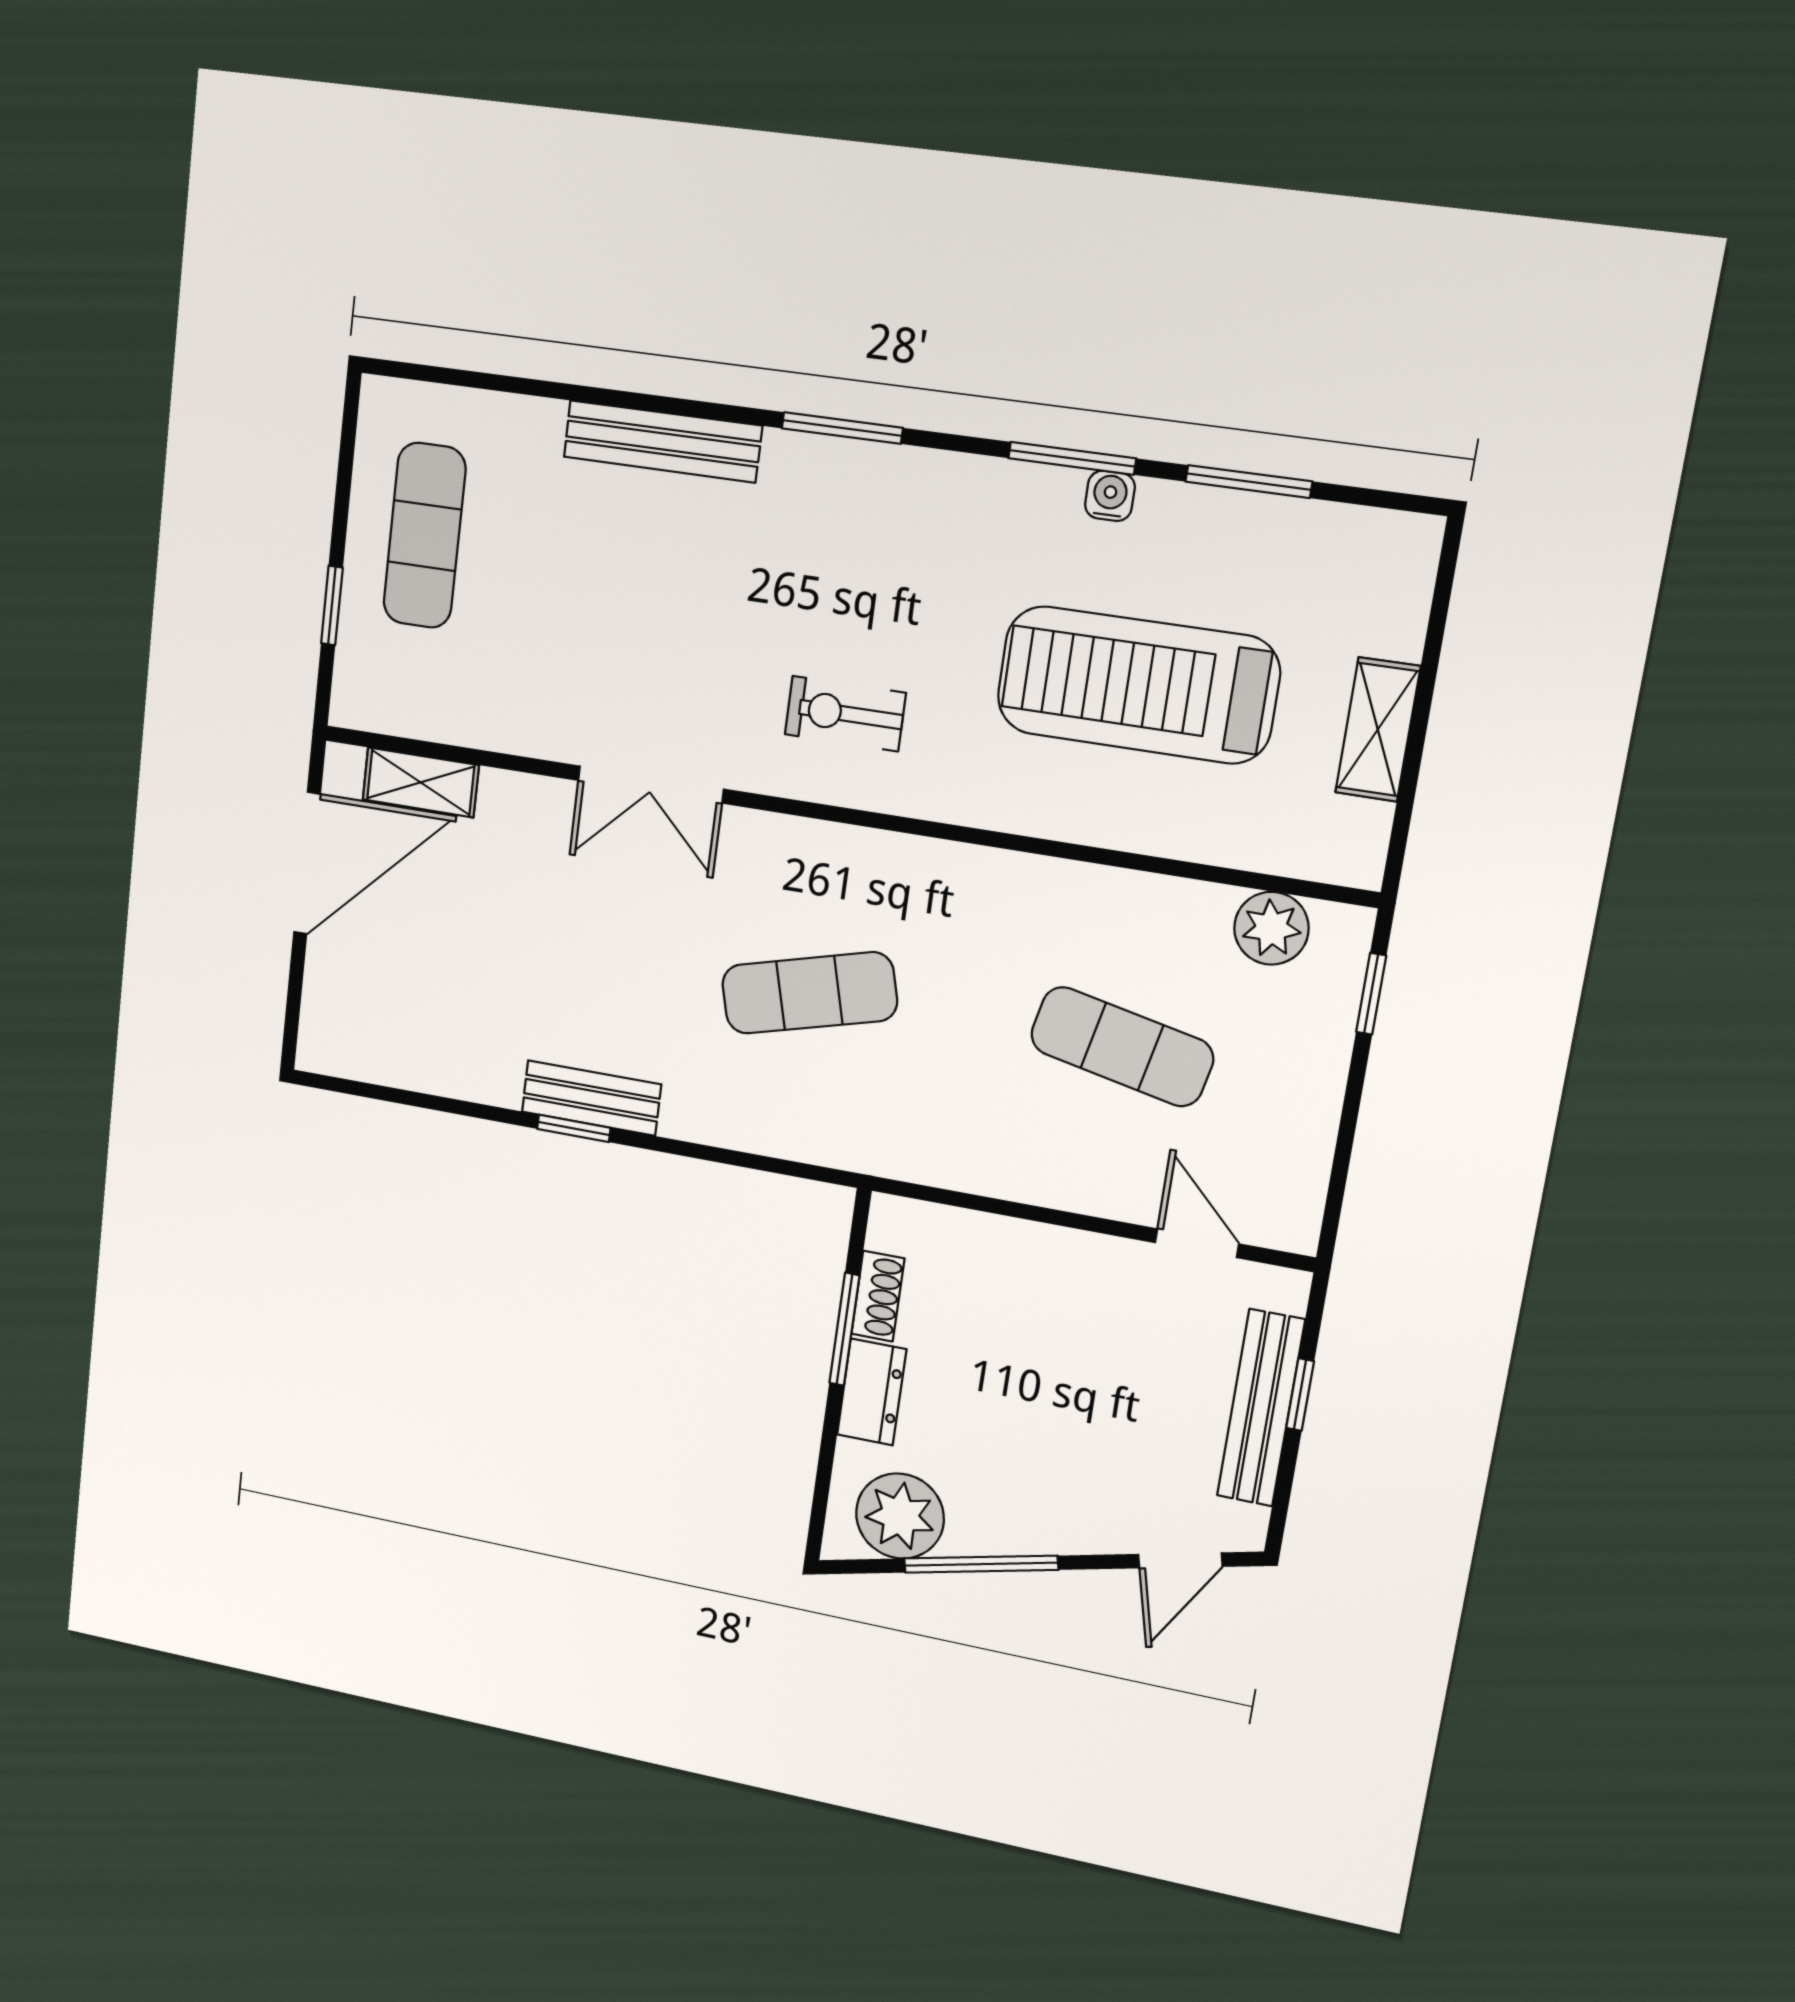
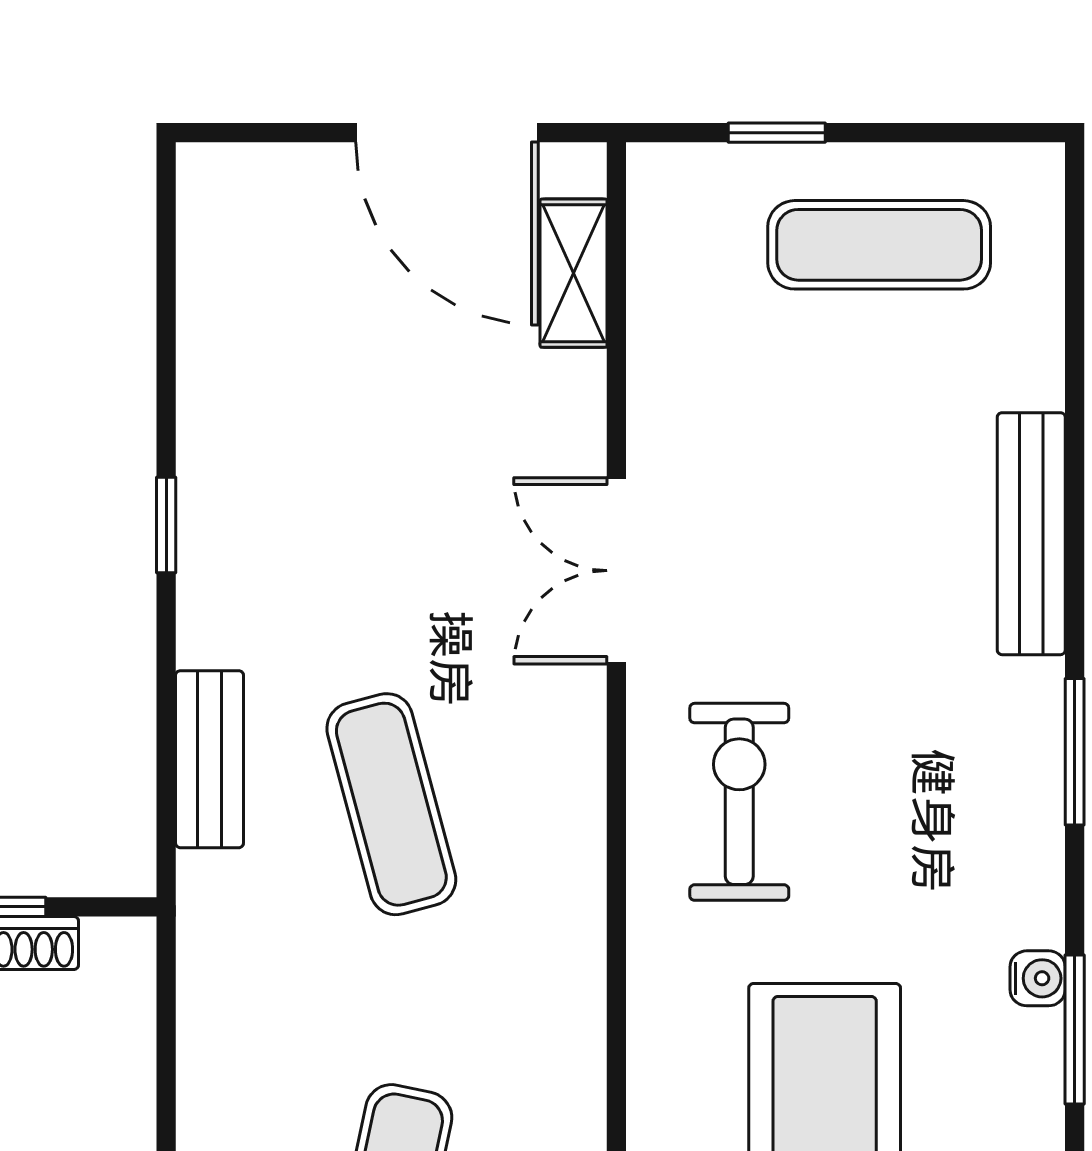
water cooler: (1110, 496) -> (1038, 978), moved
exercise bike: (845, 714) -> (739, 802), width x1.38, depth x1.39
bench: (591, 1098) -> (210, 759), moved

